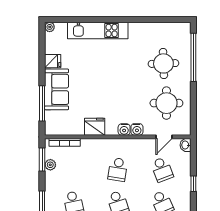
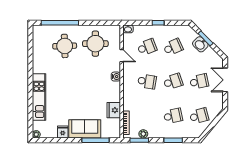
fridge: (95, 127) -> (114, 110), moved
water cooler: (137, 129) -> (116, 67), removed
door: (164, 137) -> (122, 56), moved

